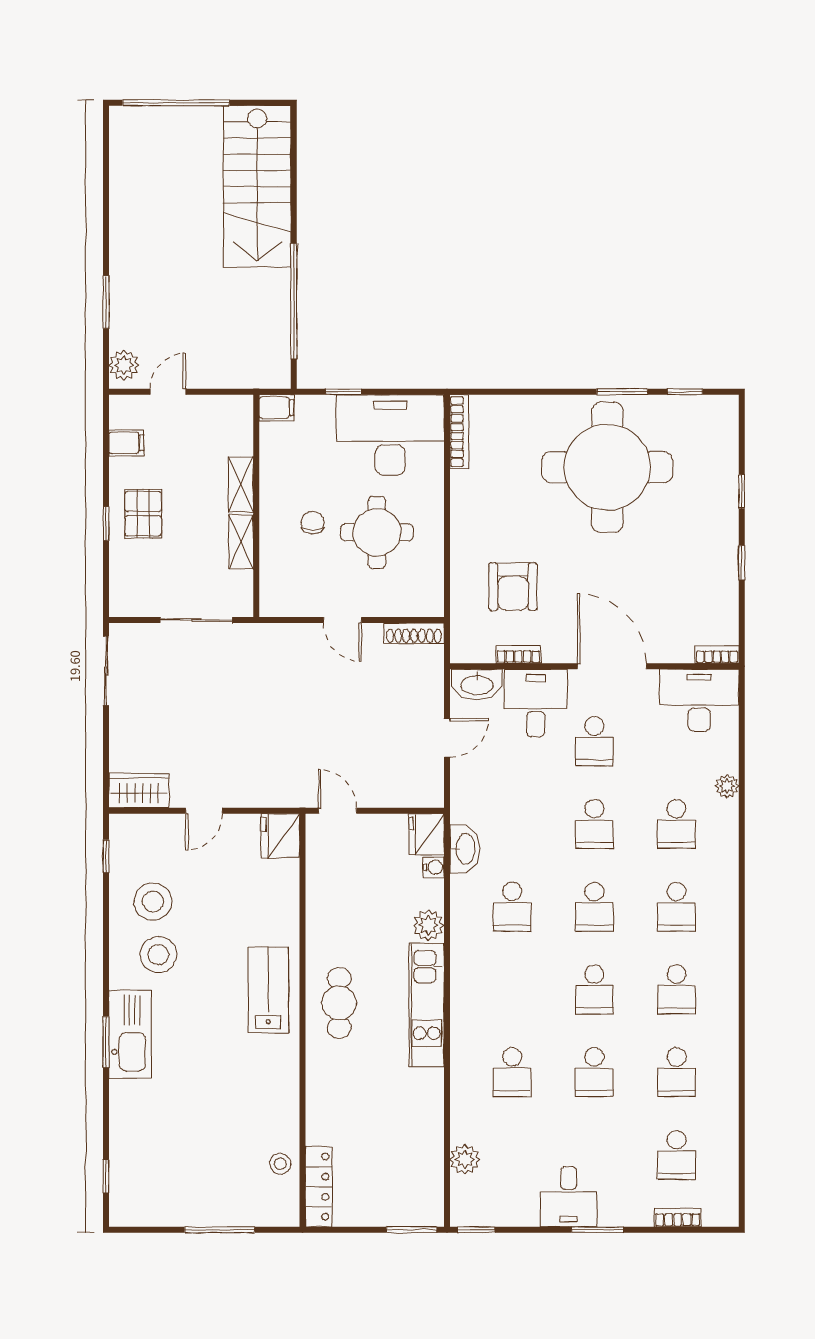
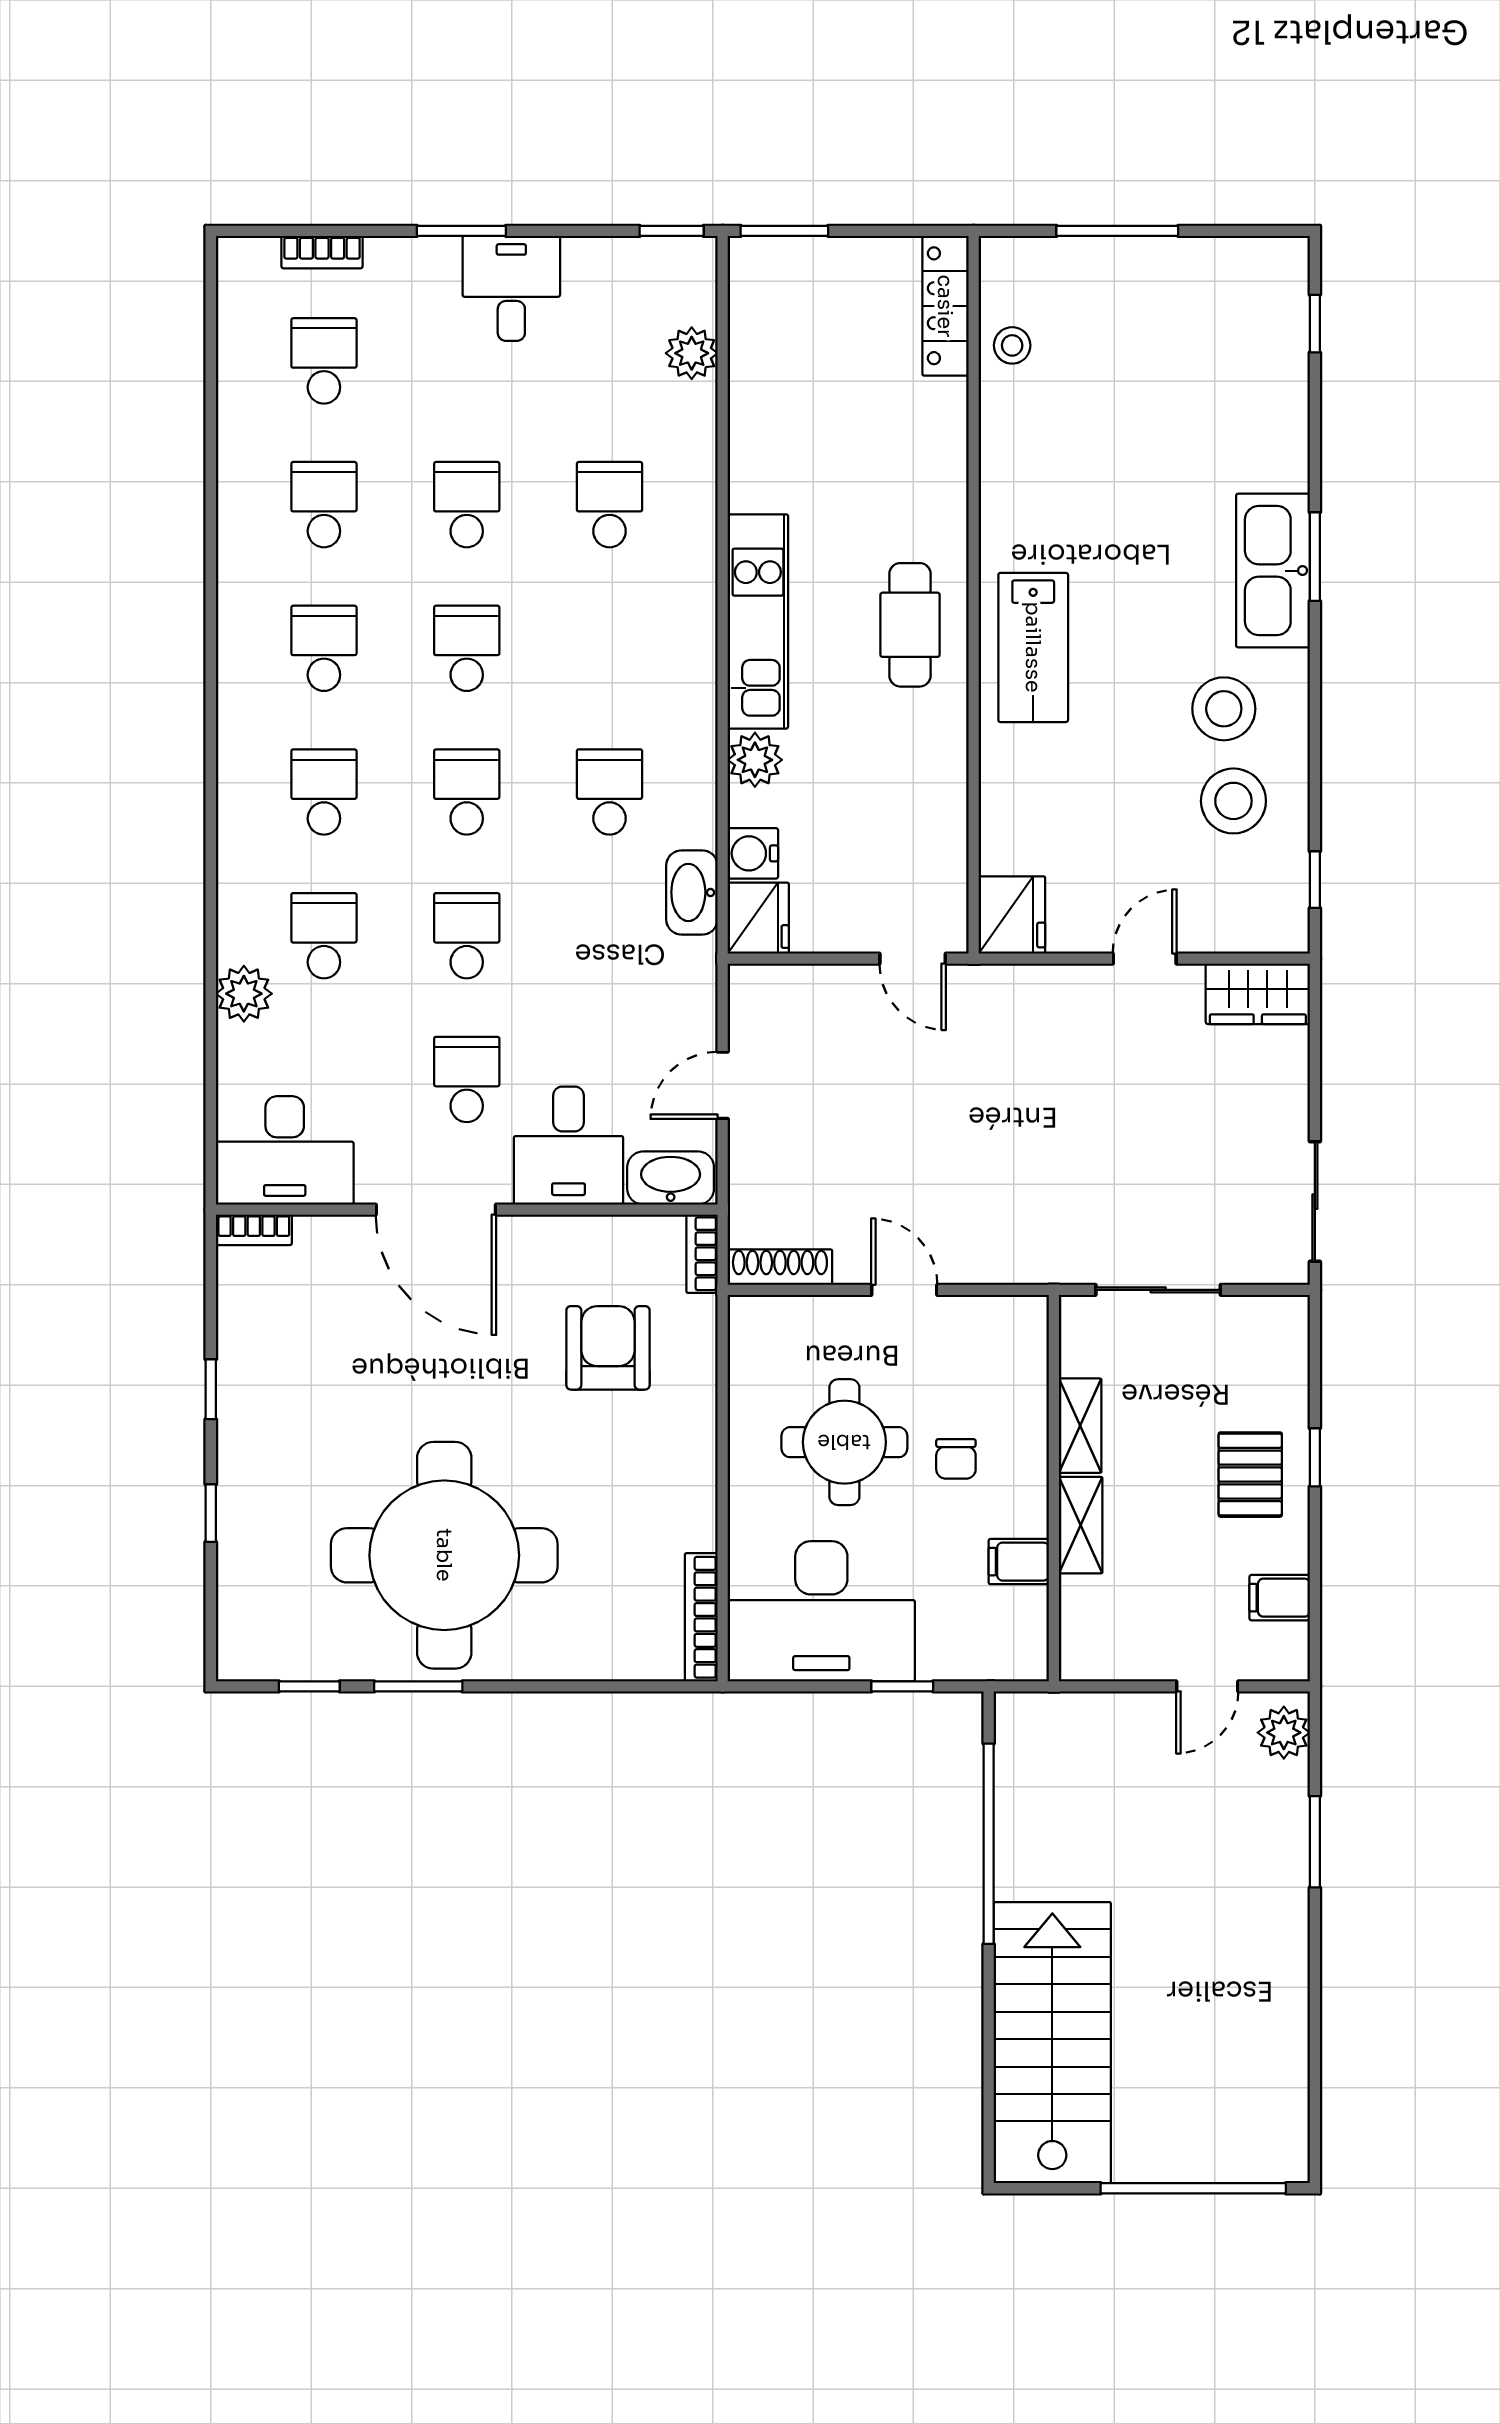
filing cabinet: (276, 408) -> (1019, 1562), moved
bookcase: (518, 654) -> (702, 1254), moved, turned 90
plant: (727, 786) -> (244, 994), width x1.38, depth x1.38
water cooler: (434, 867) -> (753, 853), width x1.38, depth x1.38

